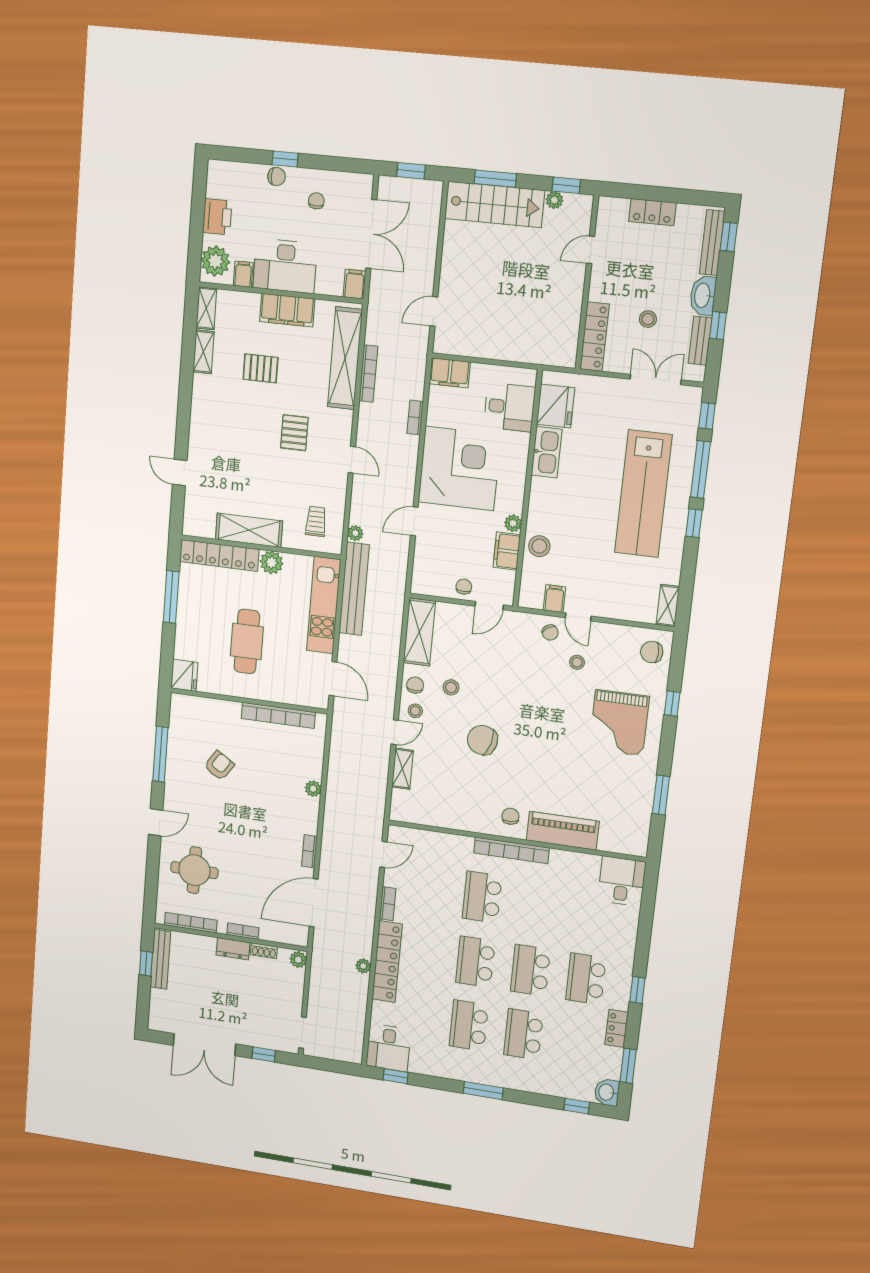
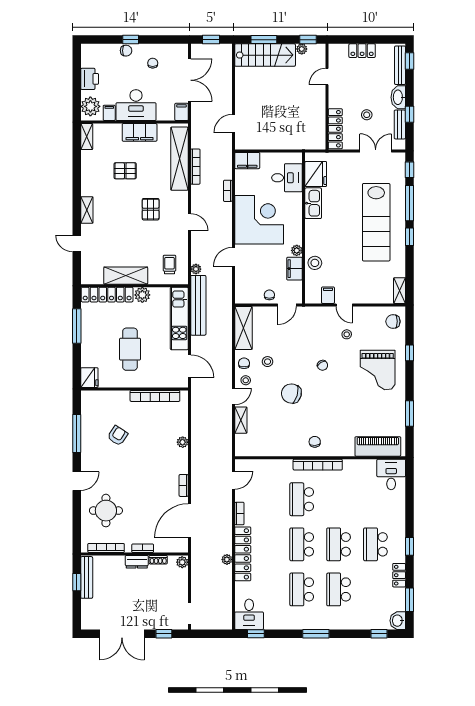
shelving: (203, 352) -> (87, 210), moved
chair: (550, 632) -> (322, 365), moved
piano: (563, 831) -> (378, 446), moved

